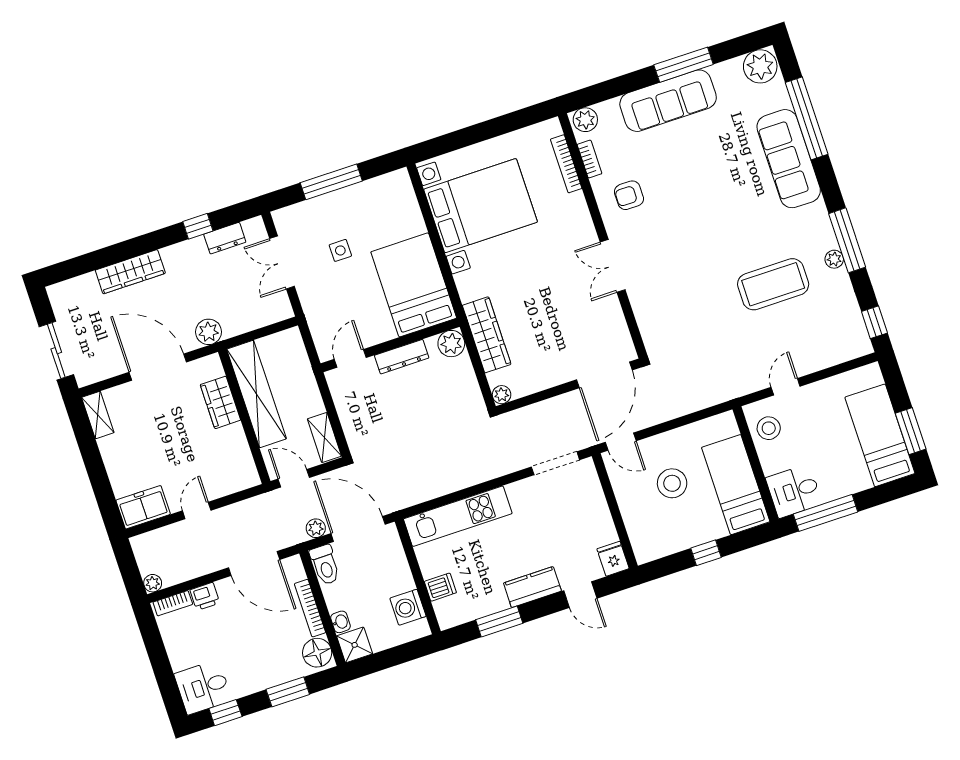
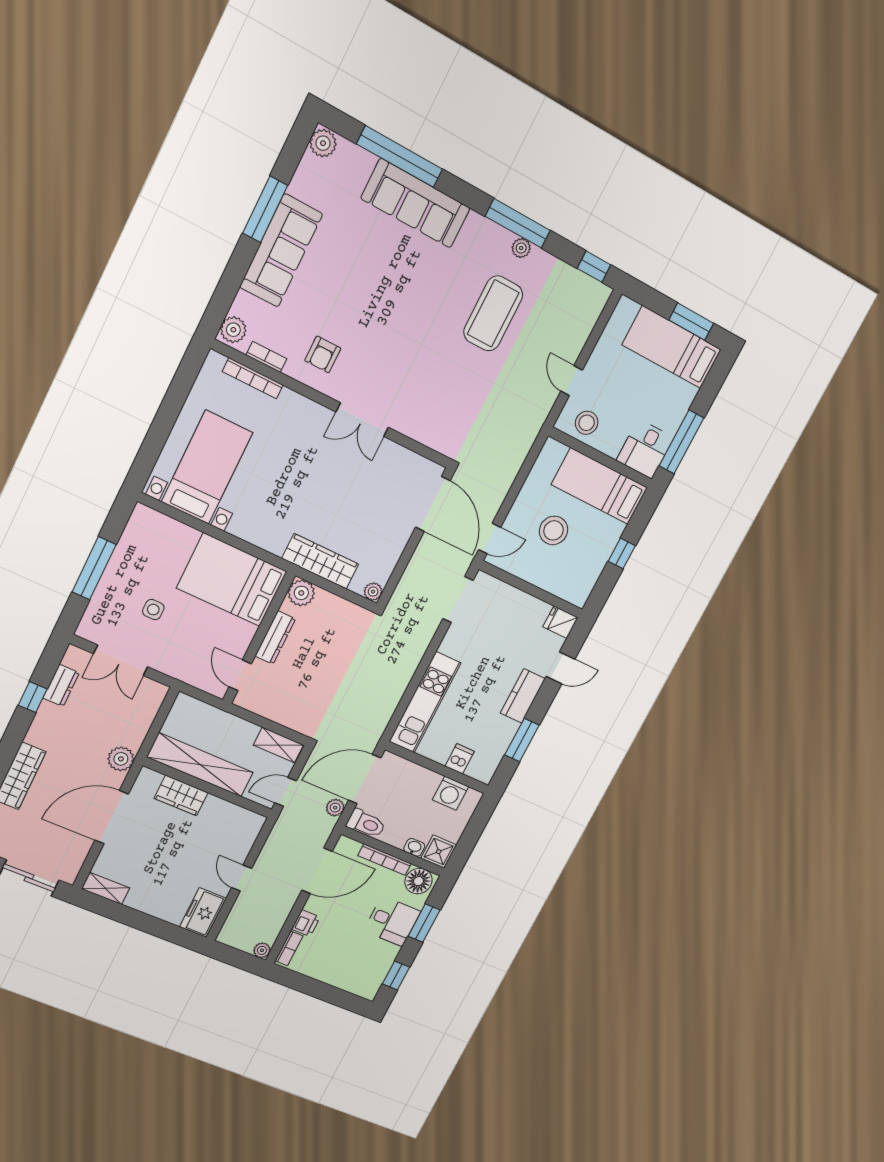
plant: (760, 66) -> (323, 143), width x0.73, depth x0.73
bed with nightstands: (480, 206) -> (207, 467), width x0.73
desk: (203, 687) -> (392, 921), moved, turned -90

